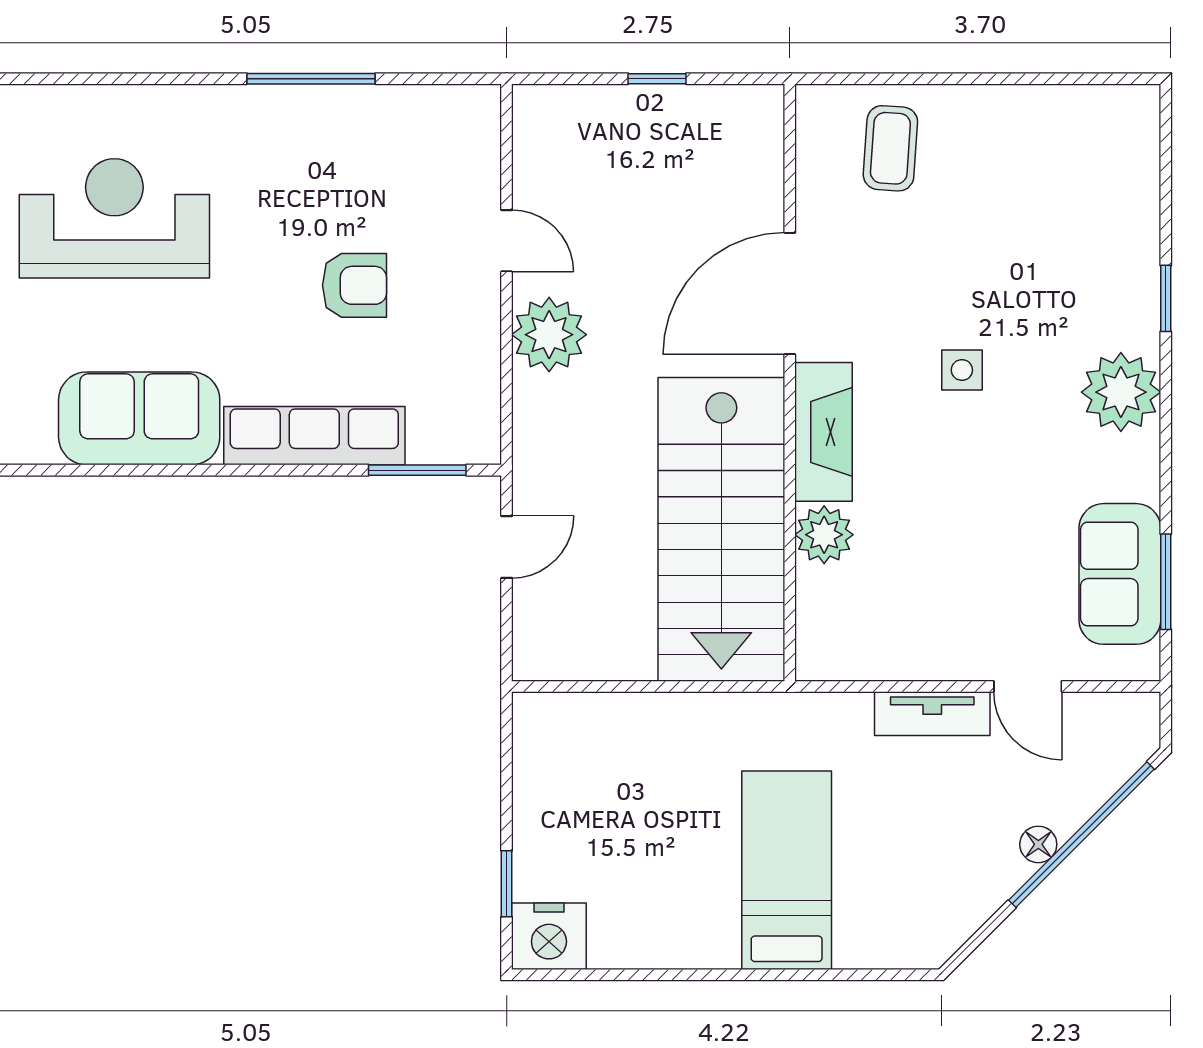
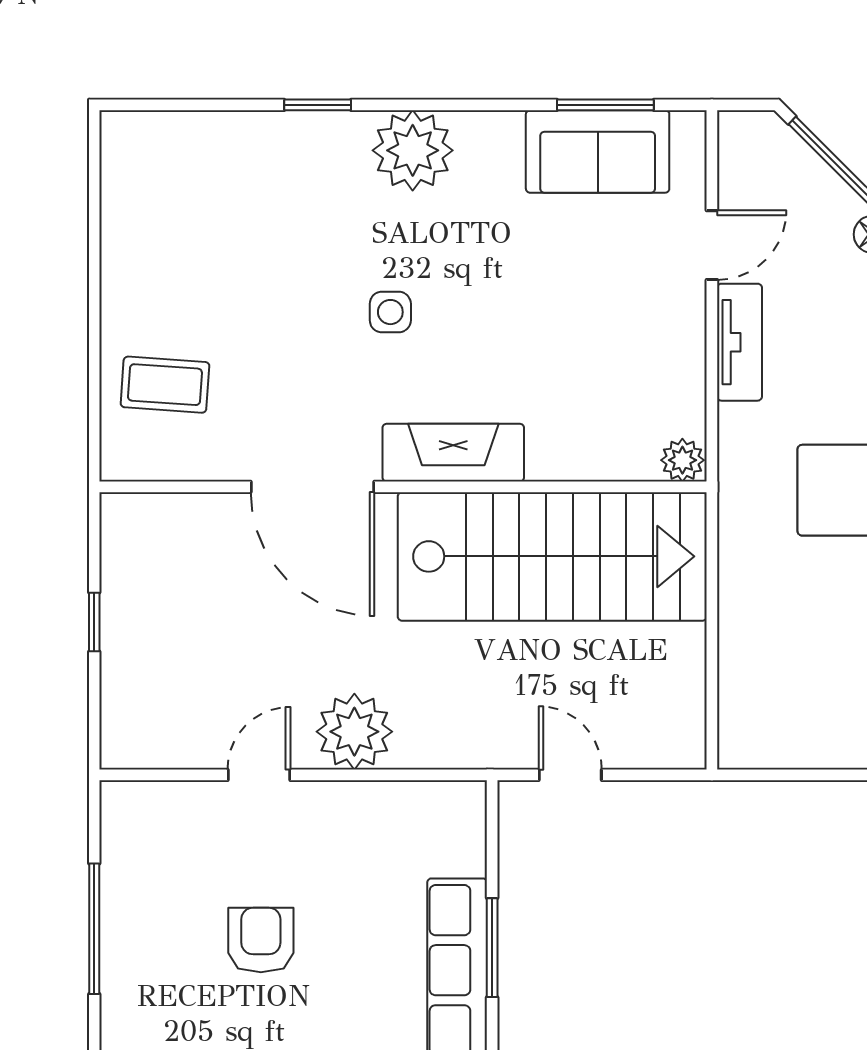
window: (311, 79) -> (94, 929), moved
armchair: (354, 285) -> (261, 940), moved
window: (417, 470) -> (492, 948), moved
plant: (824, 535) -> (682, 460), moved, width x0.73, depth x0.73

